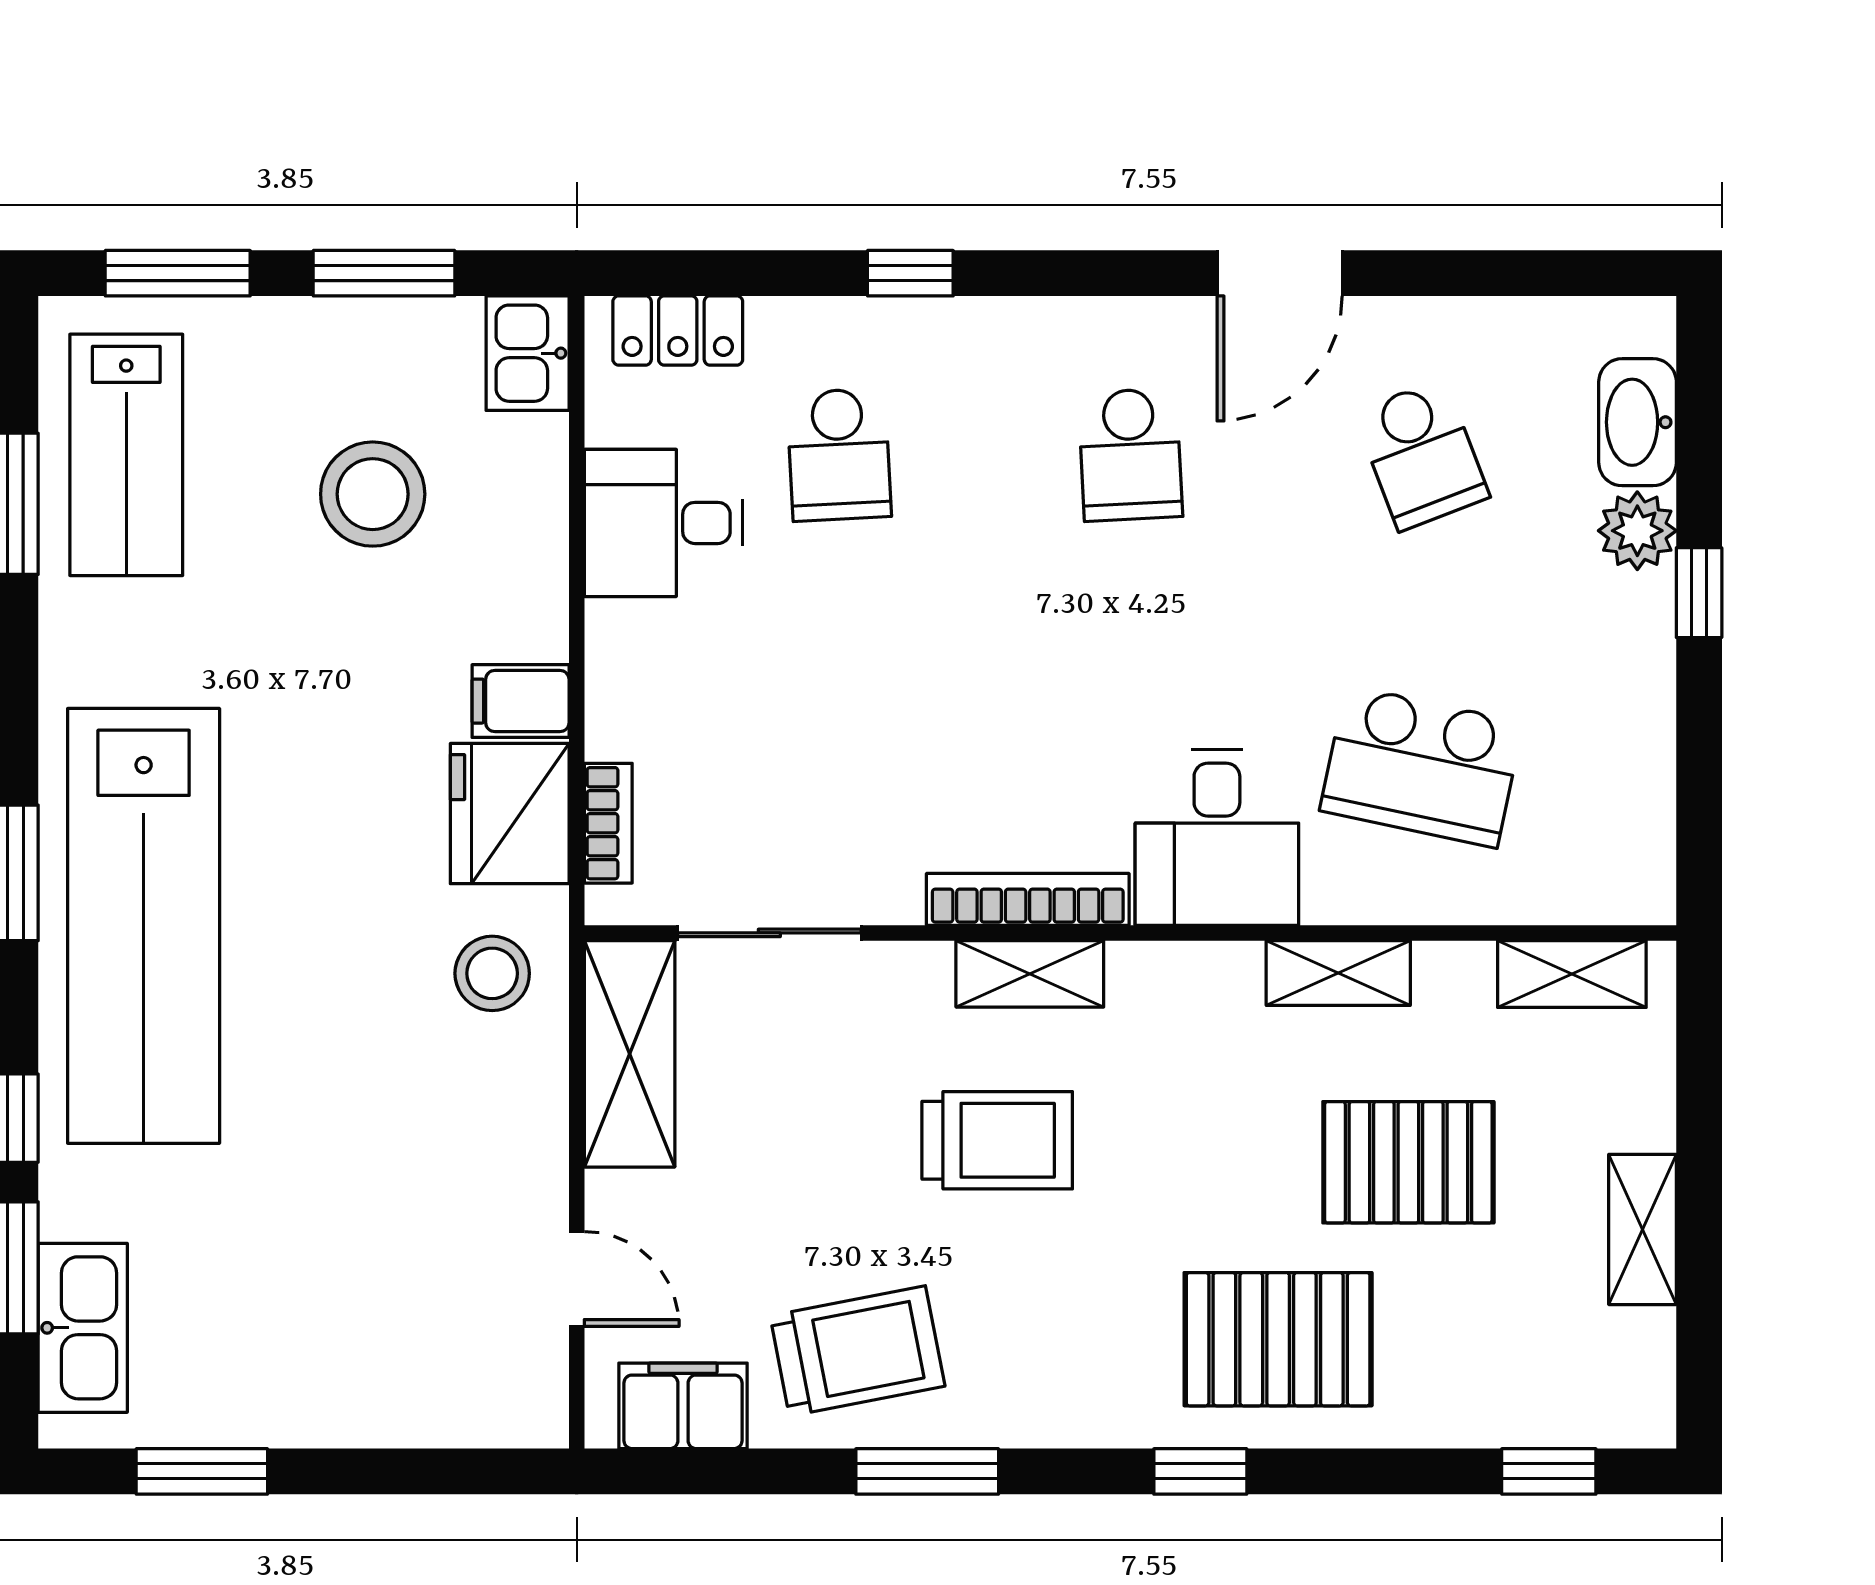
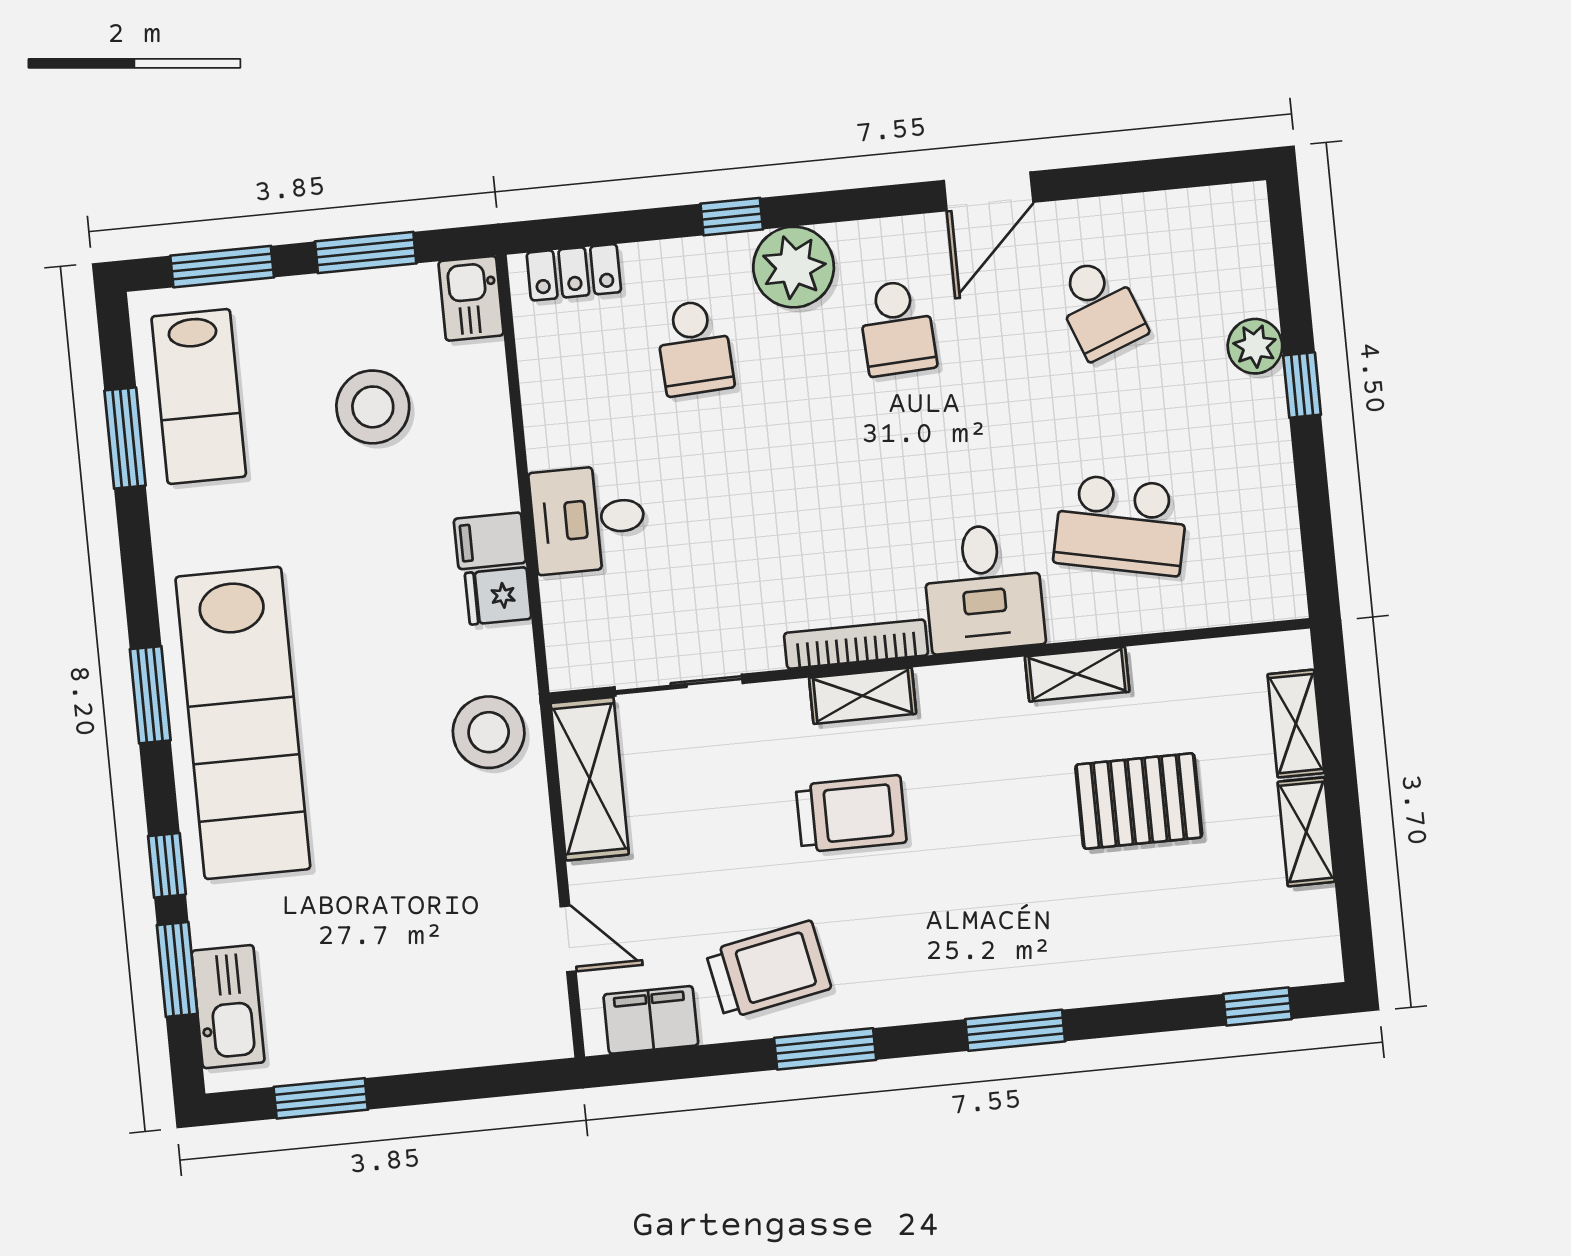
plant: (991, 354) -> (794, 267), added
washbasin: (1638, 422) -> (1248, 271), removed
desk: (664, 523) -> (588, 519), moved
fridge: (510, 814) -> (498, 596), width x0.53, depth x0.75
bookcase: (608, 823) -> (559, 620), removed
stool: (492, 973) -> (489, 732), width x1.38, depth x1.38
shelving: (1572, 974) -> (1296, 724), moved, turned 90
pallet: (1278, 1339) -> (1060, 933), removed
window: (1200, 1471) -> (1015, 1030), width x1.50

